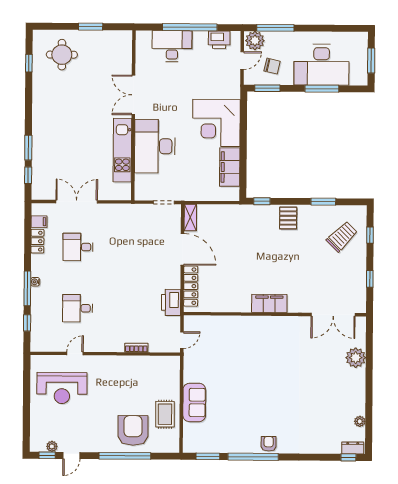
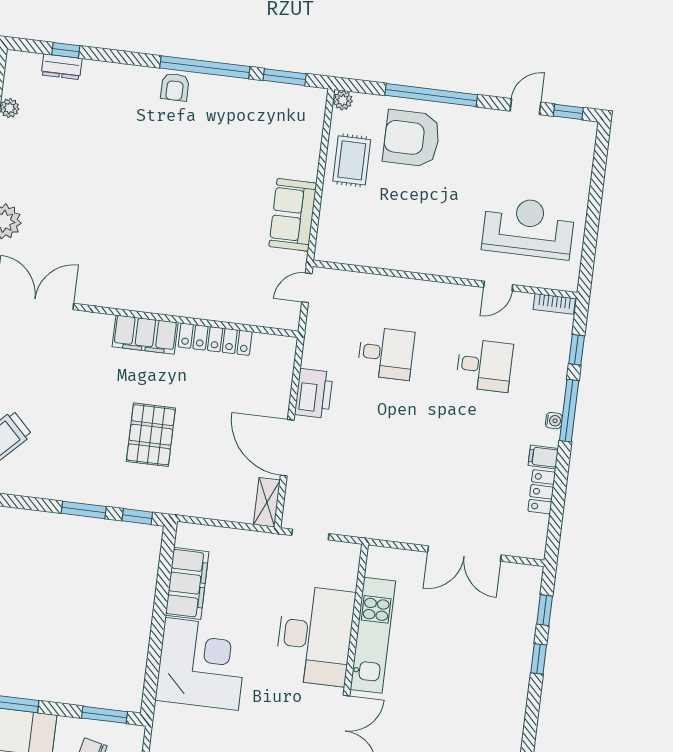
window: (28, 148) -> (539, 659), width x0.67
window: (323, 202) -> (84, 510), moved
pallet: (288, 218) -> (151, 435), moved, width x1.50, depth x1.42
filing cabinet: (39, 222) -> (543, 457), moved
desk: (78, 247) -> (386, 353), moved
locker: (191, 286) -> (215, 339), moved, turned -90
printer: (171, 302) -> (314, 393), moved
bookcase: (136, 348) -> (554, 304), moved
sofa: (194, 402) -> (293, 215), moved
armchair: (133, 430) -> (412, 138), turned 90
plant: (52, 446) -> (343, 100), moved
dresser: (353, 448) -> (62, 67), moved
window: (348, 457) -> (66, 50), moved

